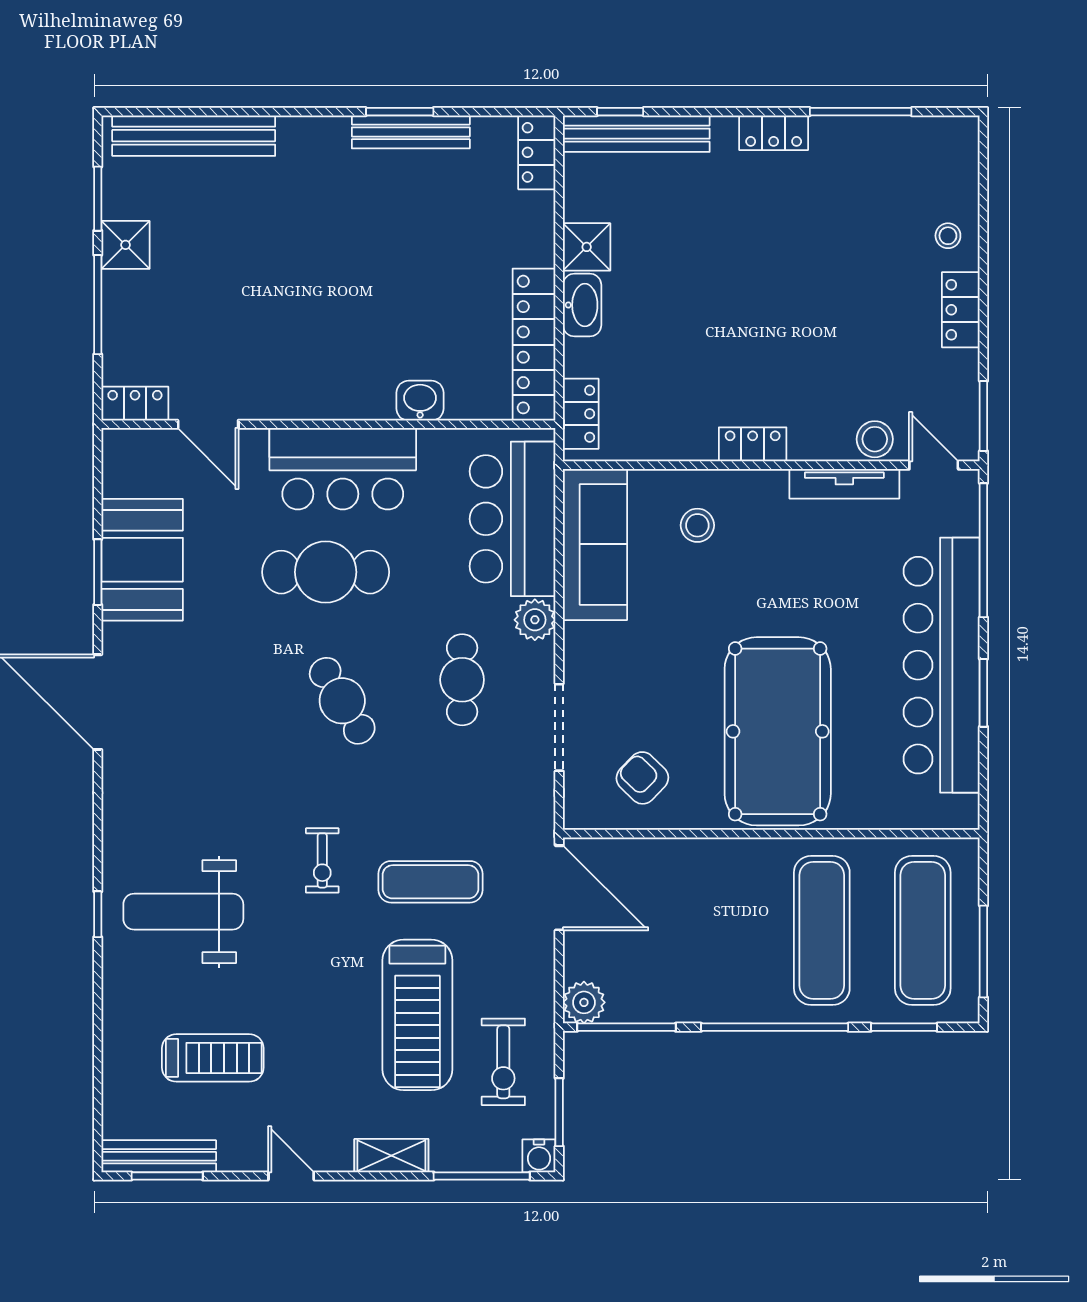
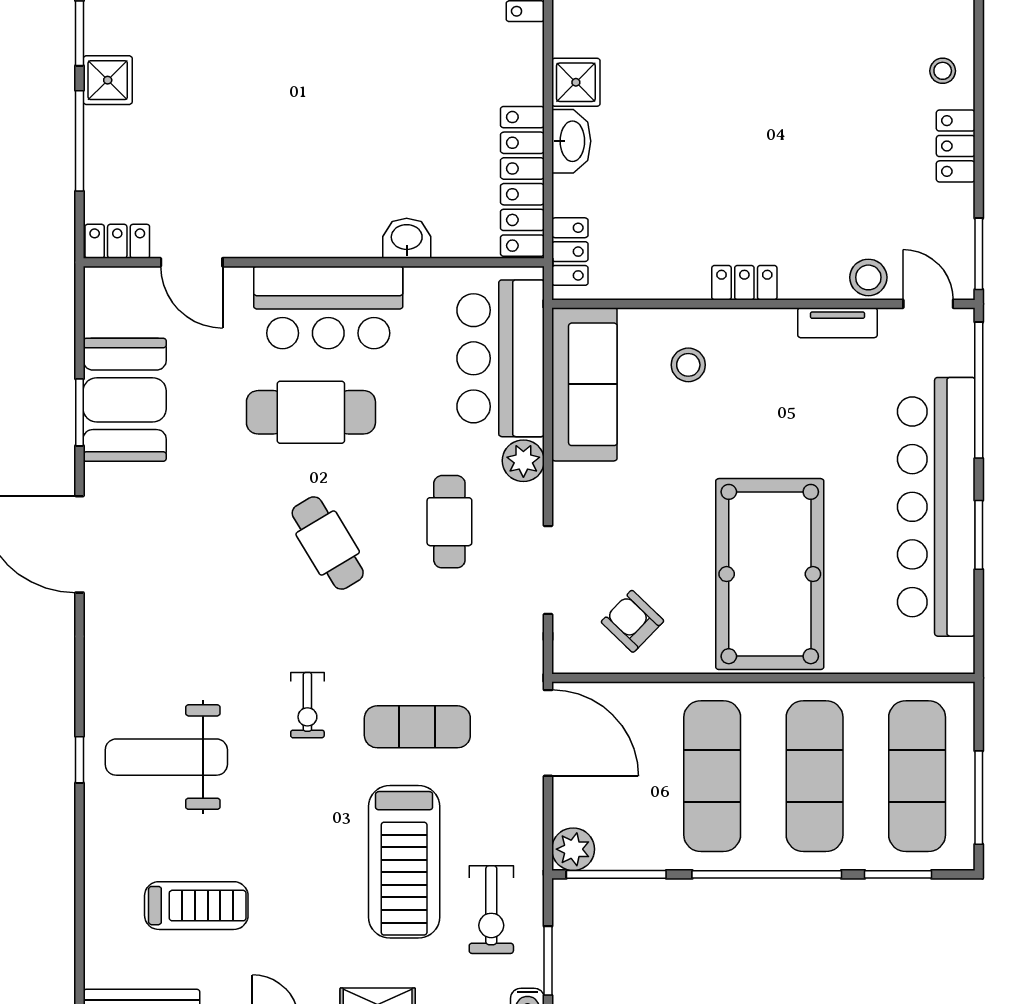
tv unit: (844, 484) -> (837, 323), width x0.71
exercise mat: (721, 930) -> (712, 776), added

